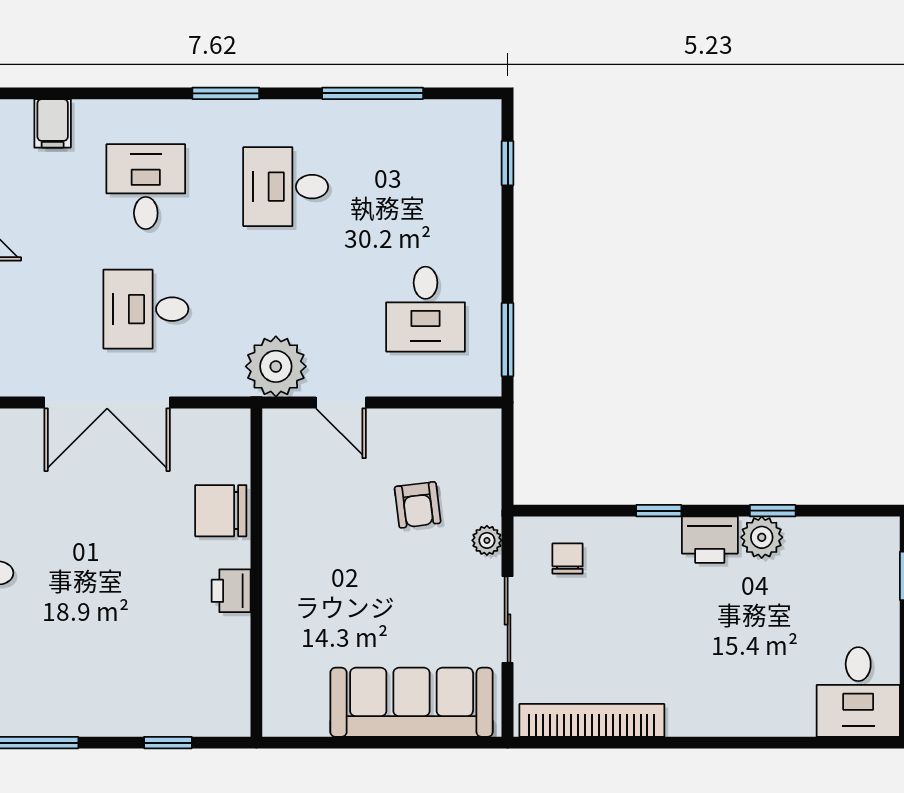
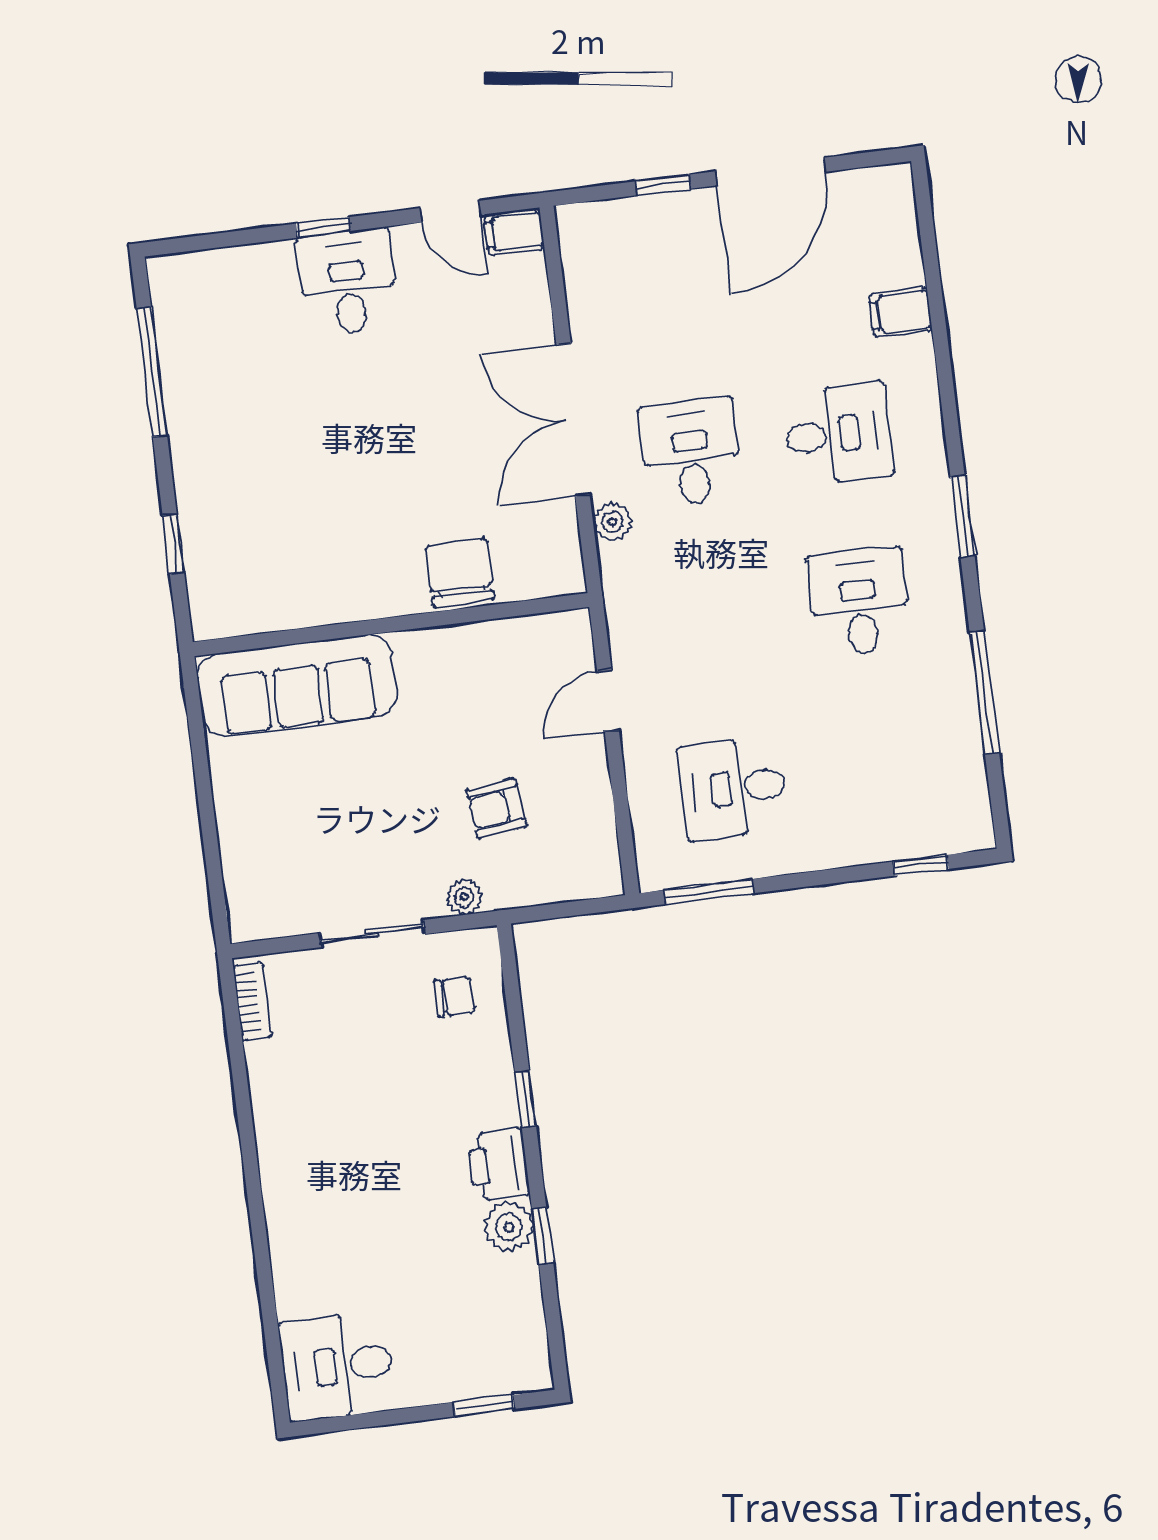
plant: (276, 366) -> (612, 522), moved, width x0.53, depth x0.53
printer: (231, 591) -> (365, 597), removed
sofa: (412, 702) -> (297, 685), moved, turned 90
bookcase: (592, 720) -> (253, 1001), width x0.43, depth x0.76

